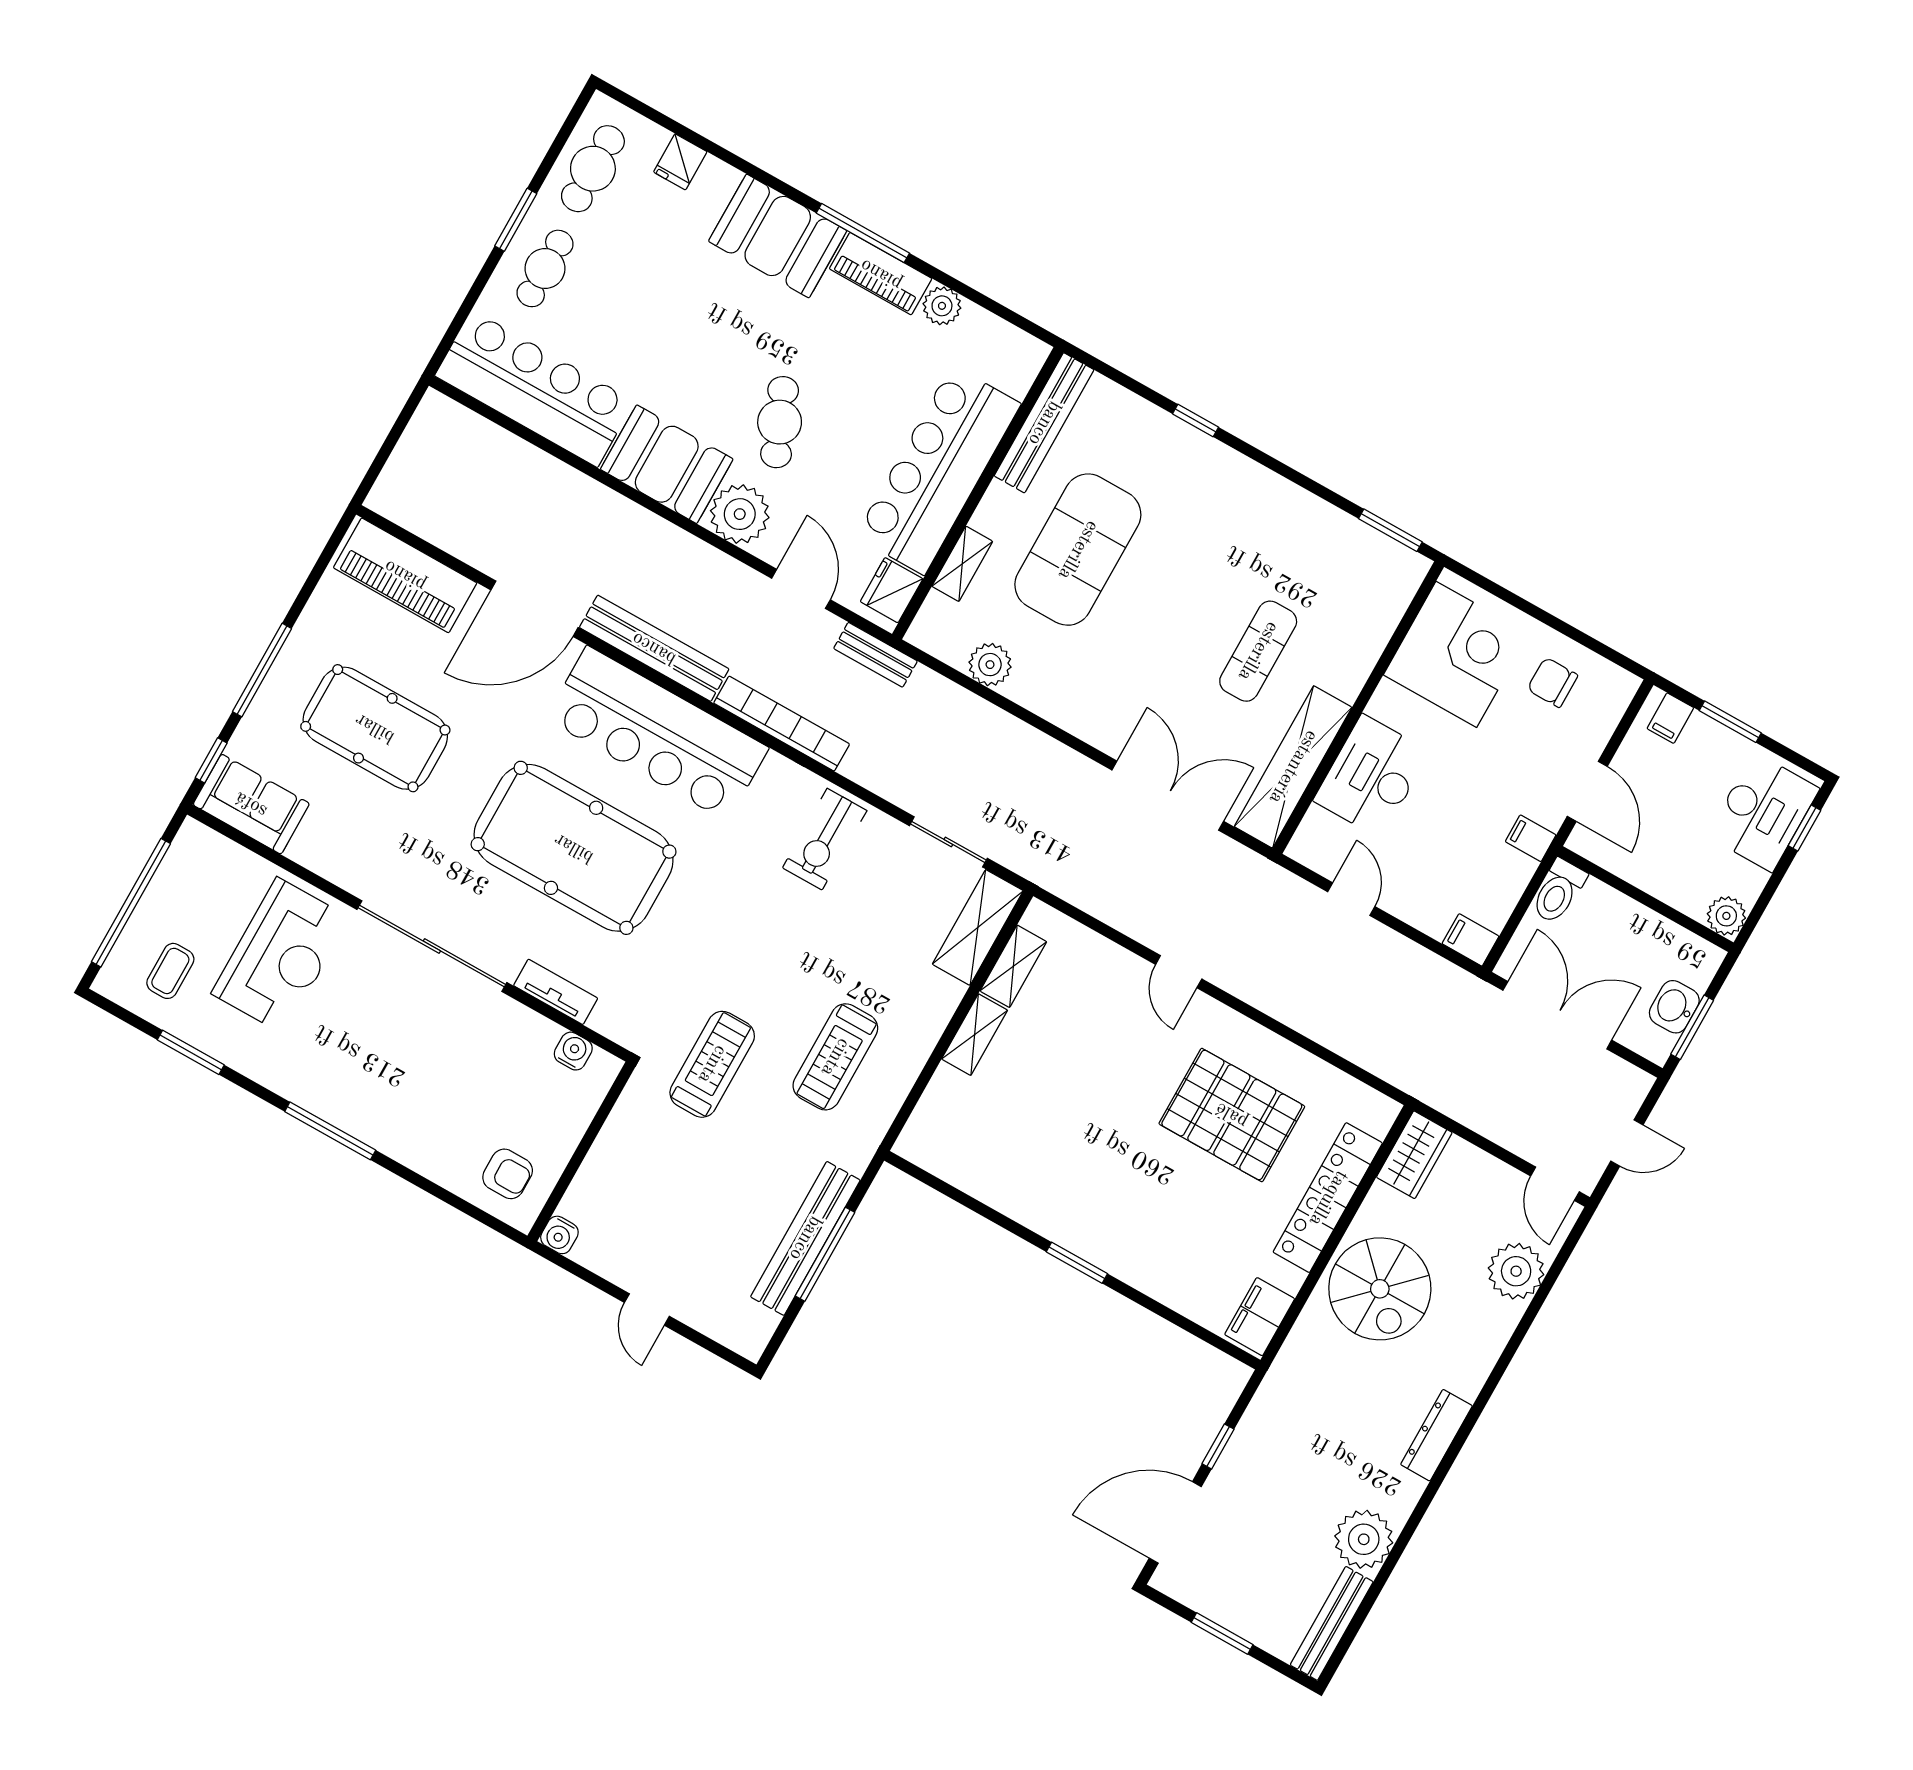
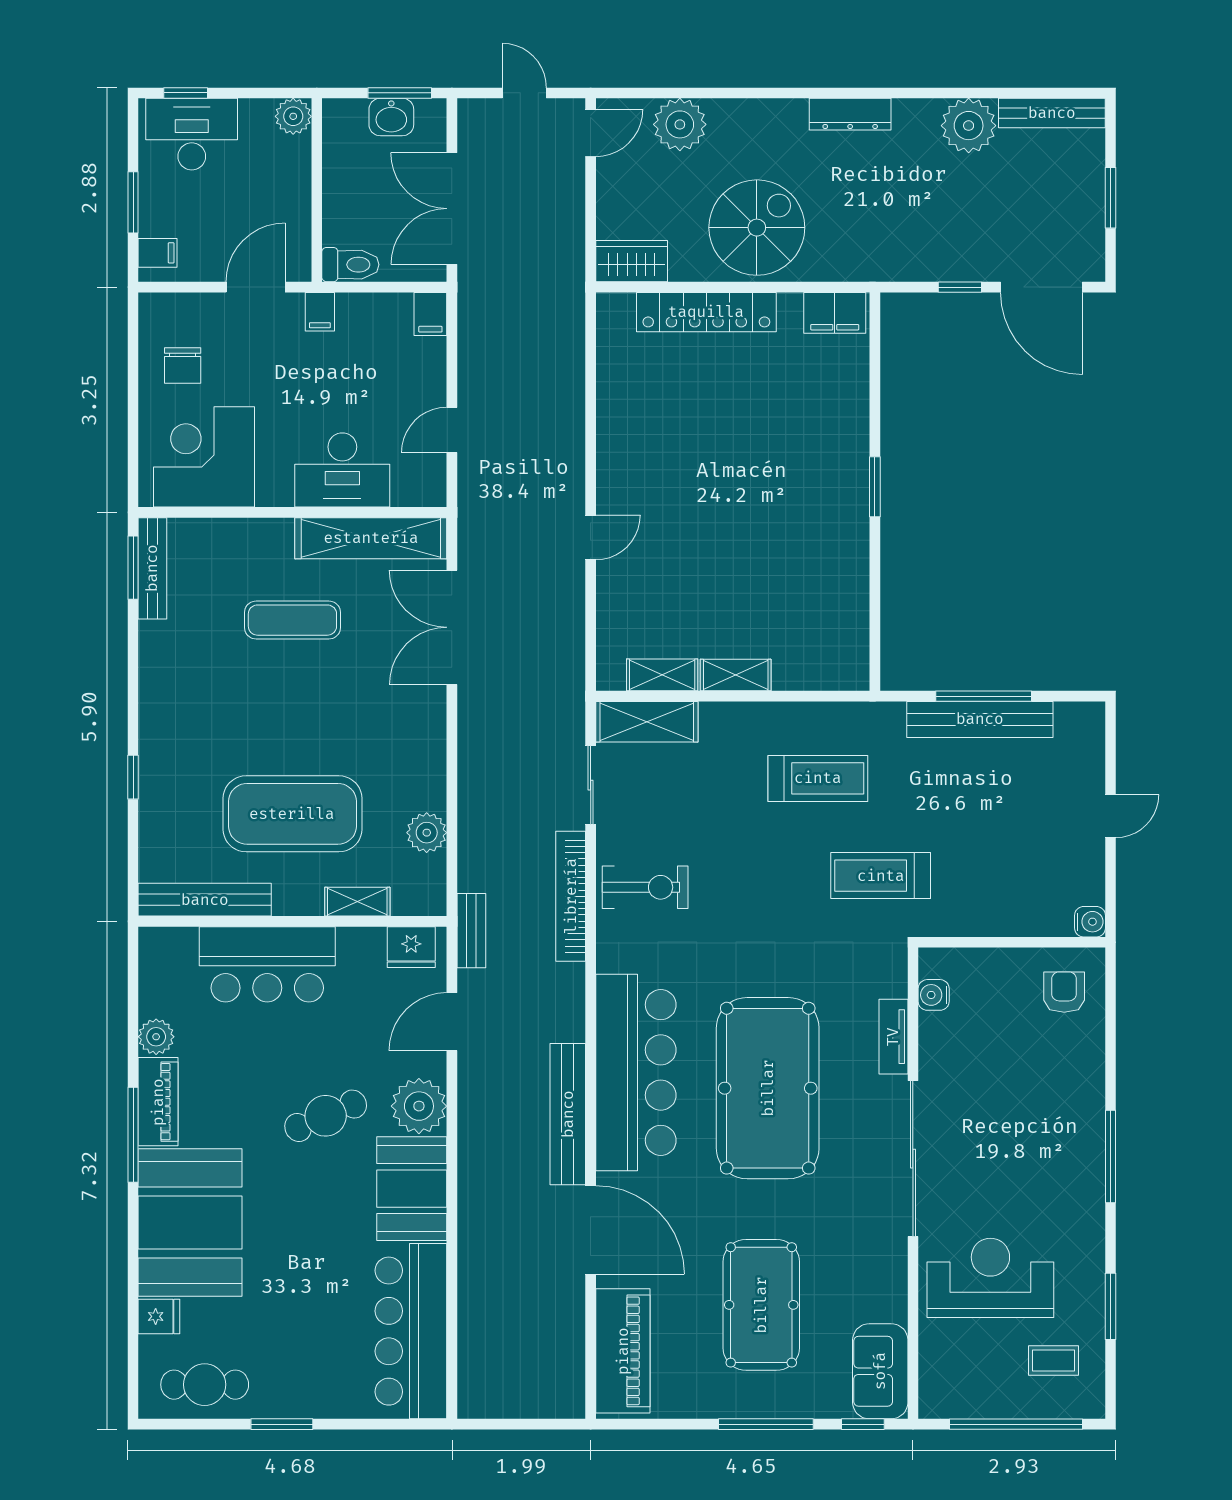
booth: (778, 236) -> (190, 1222), width x1.36, depth x1.42
cafe table: (545, 268) -> (308, 1378), removed
bar counter: (938, 470) -> (267, 964), width x0.73
bench: (1380, 548) -> (152, 568), added
bookcase: (782, 724) -> (571, 896), moved
pallet: (1232, 1115) -> (683, 428), removed

